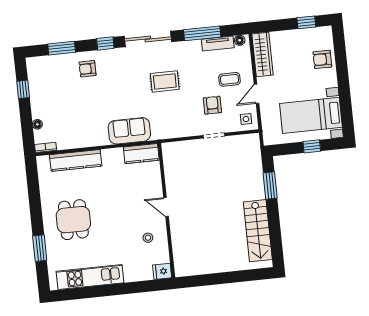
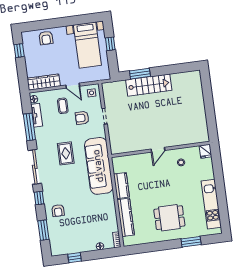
sofa: (129, 131) -> (99, 166), width x1.85, depth x1.27
kitchen counter: (141, 154) -> (121, 186), moved
stairs: (258, 231) -> (149, 85), moved

